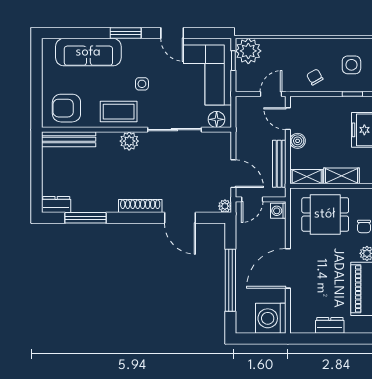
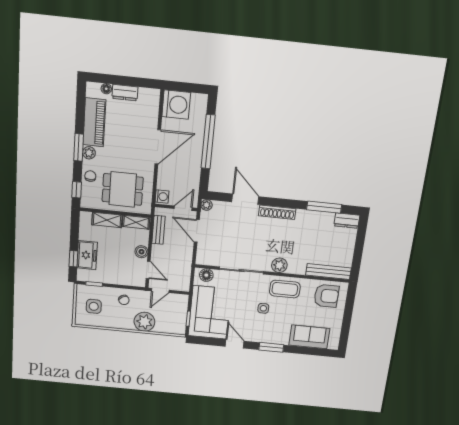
plant: (248, 51) -> (144, 322), moved
sofa: (88, 52) -> (309, 337), width x0.73
bench: (279, 164) -> (159, 230), width x0.73
floor lamp: (351, 328) -> (106, 89), added

